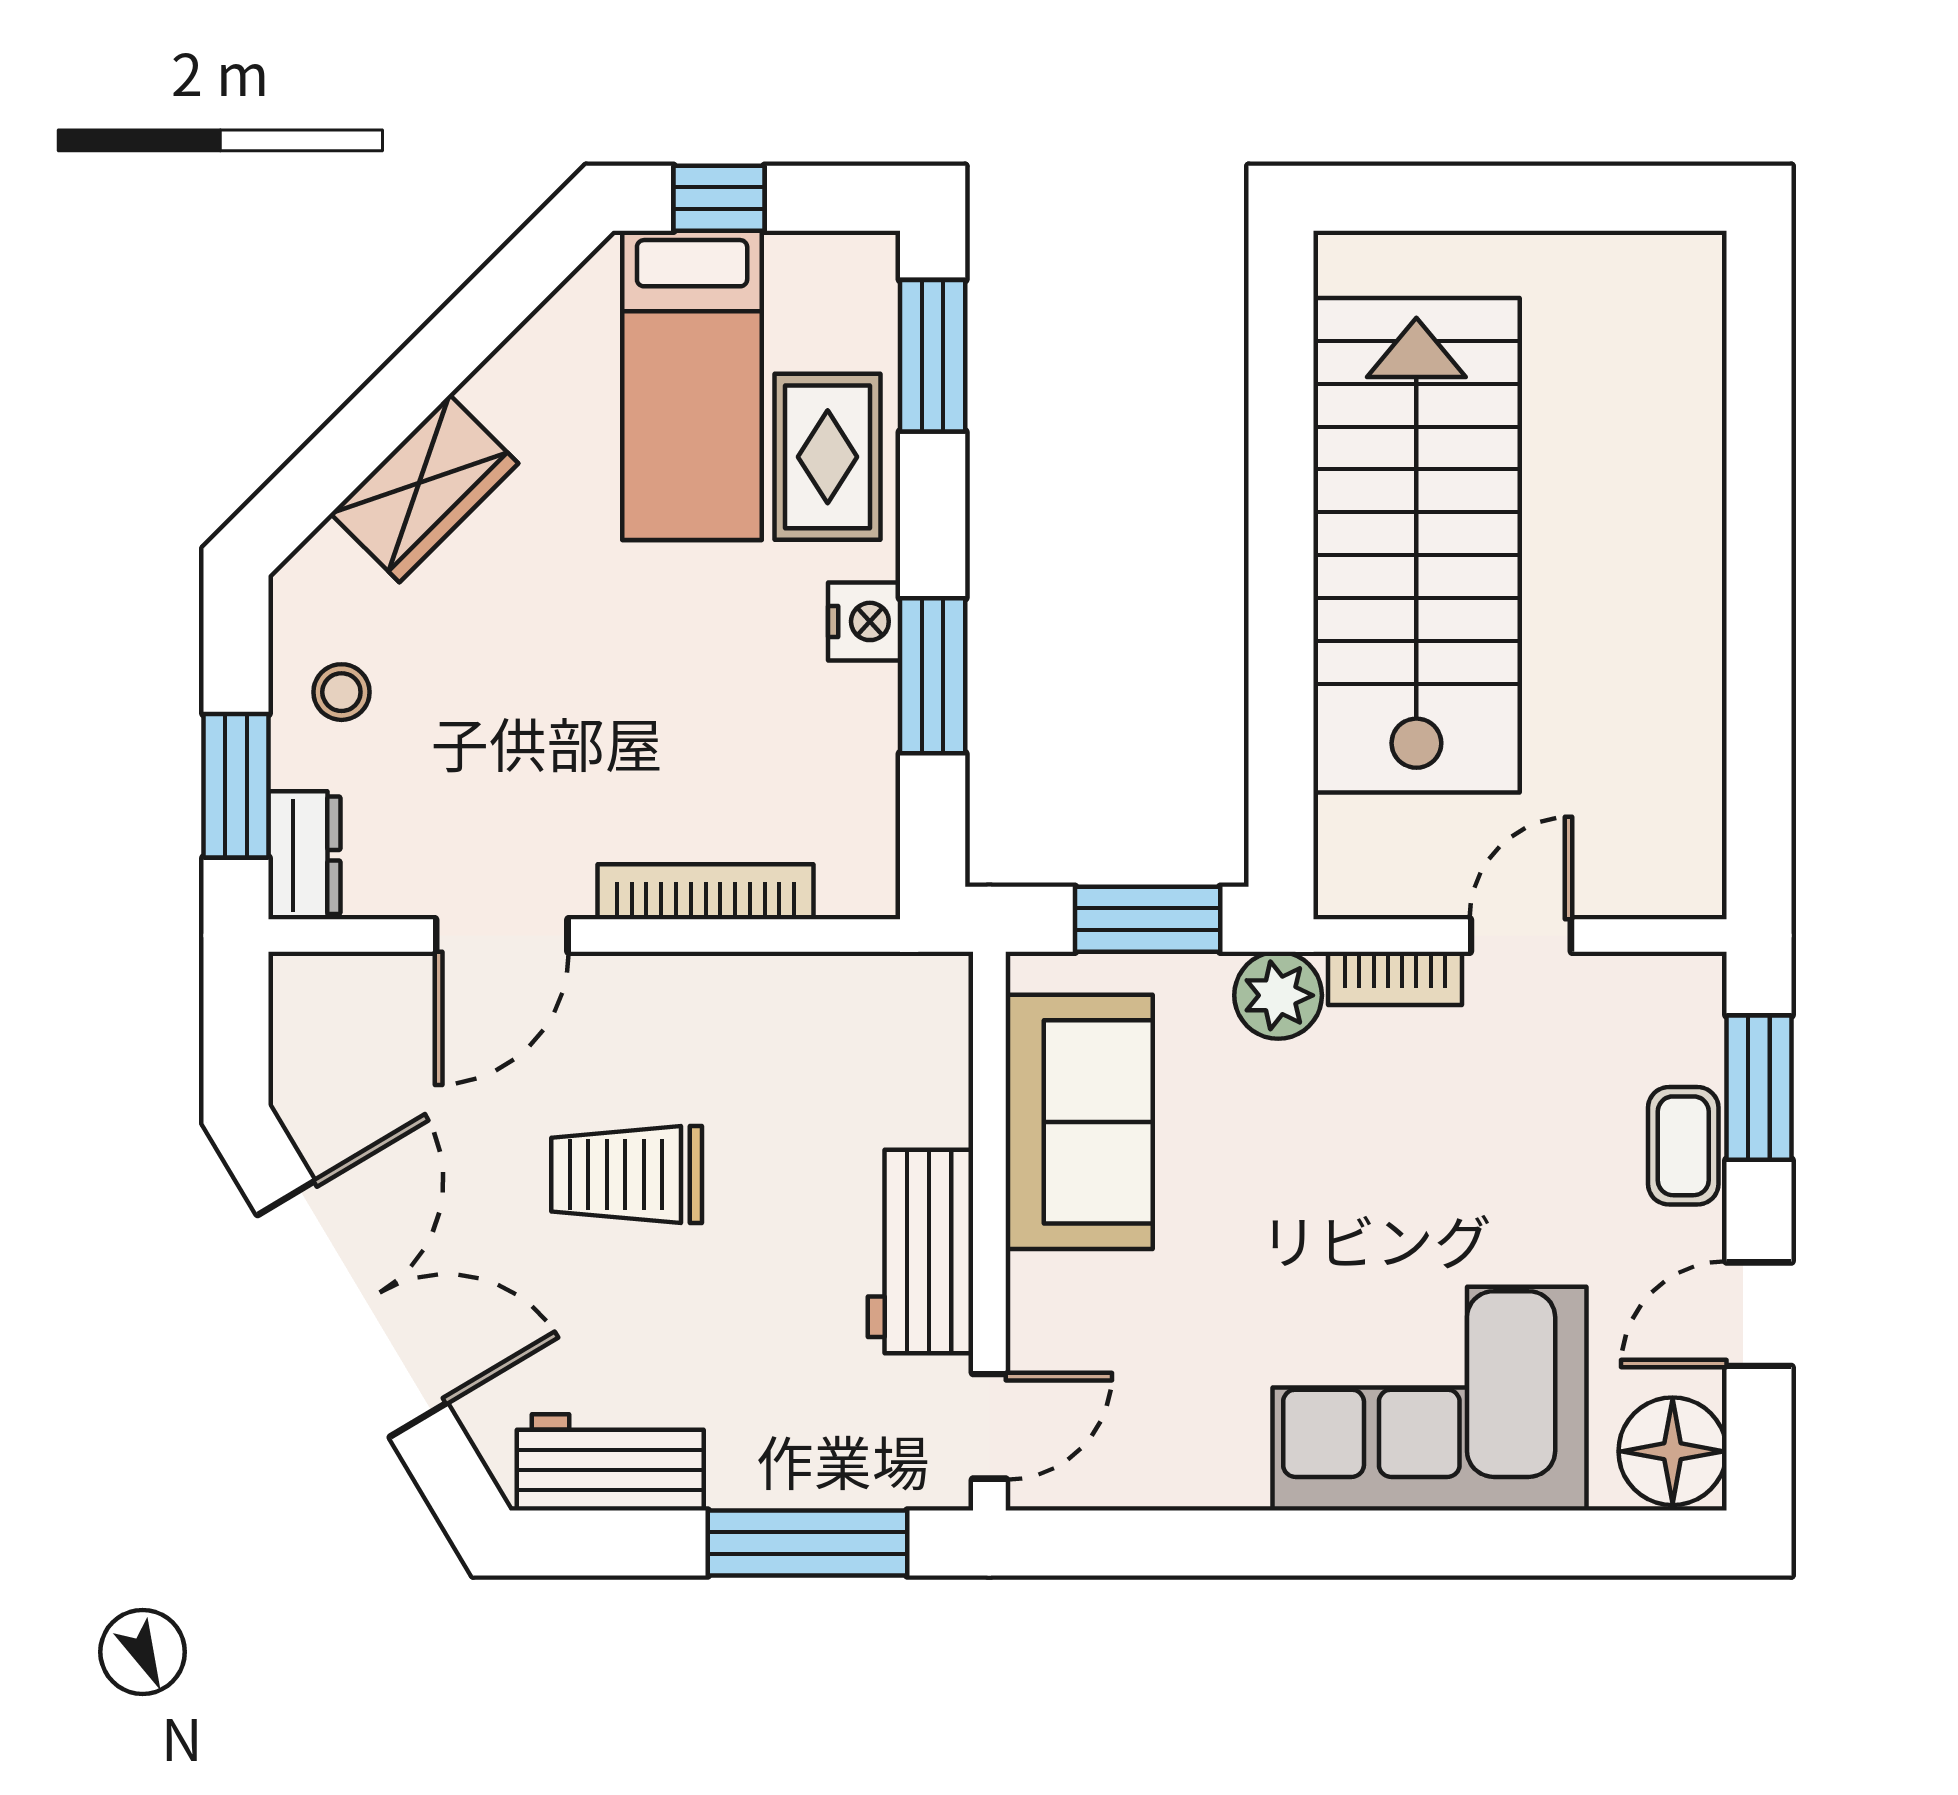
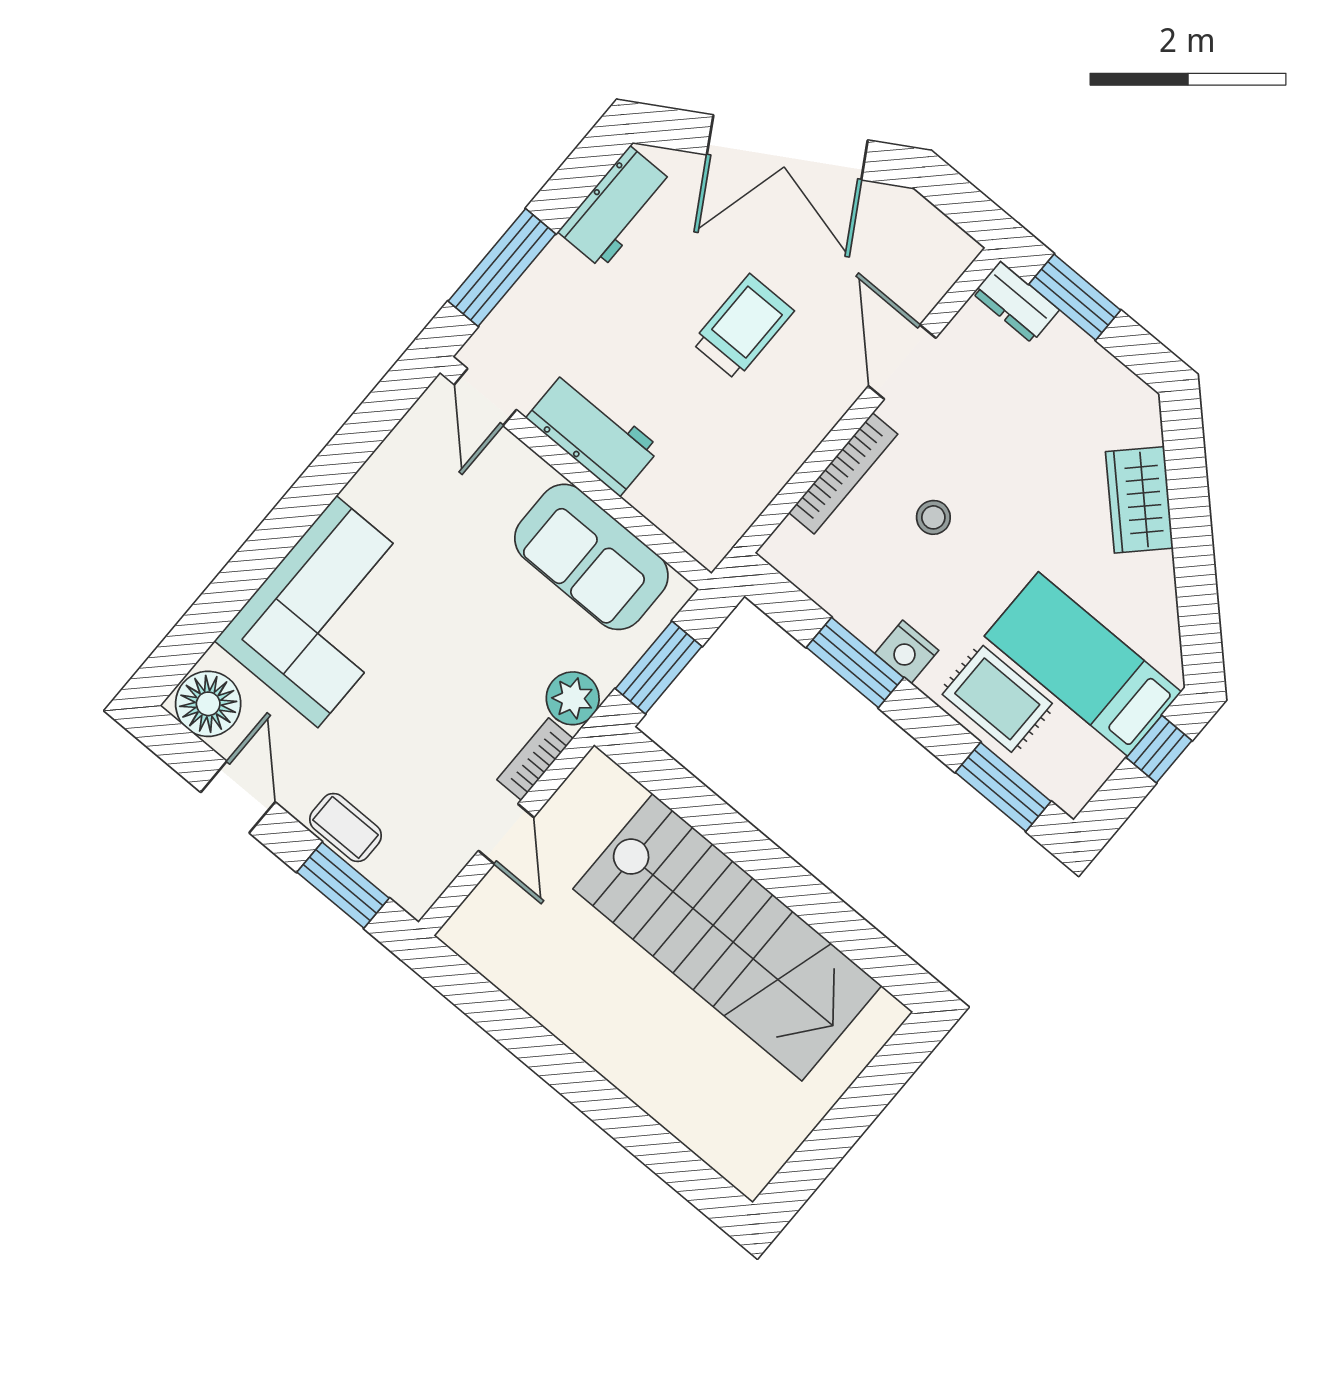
stool: (341, 692) -> (933, 517), moved

